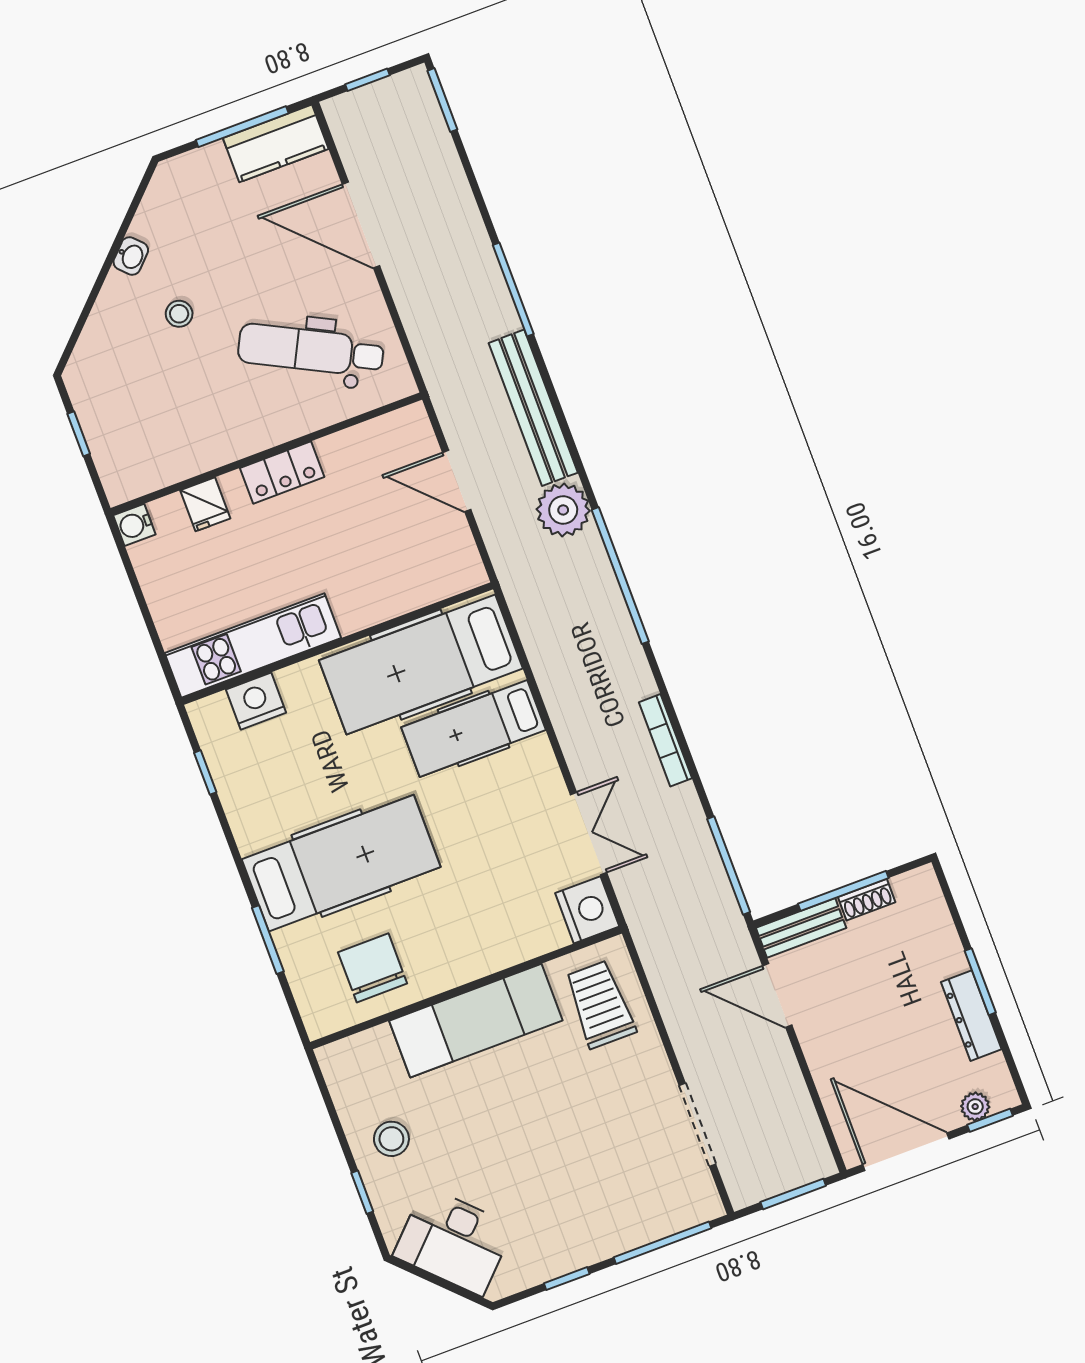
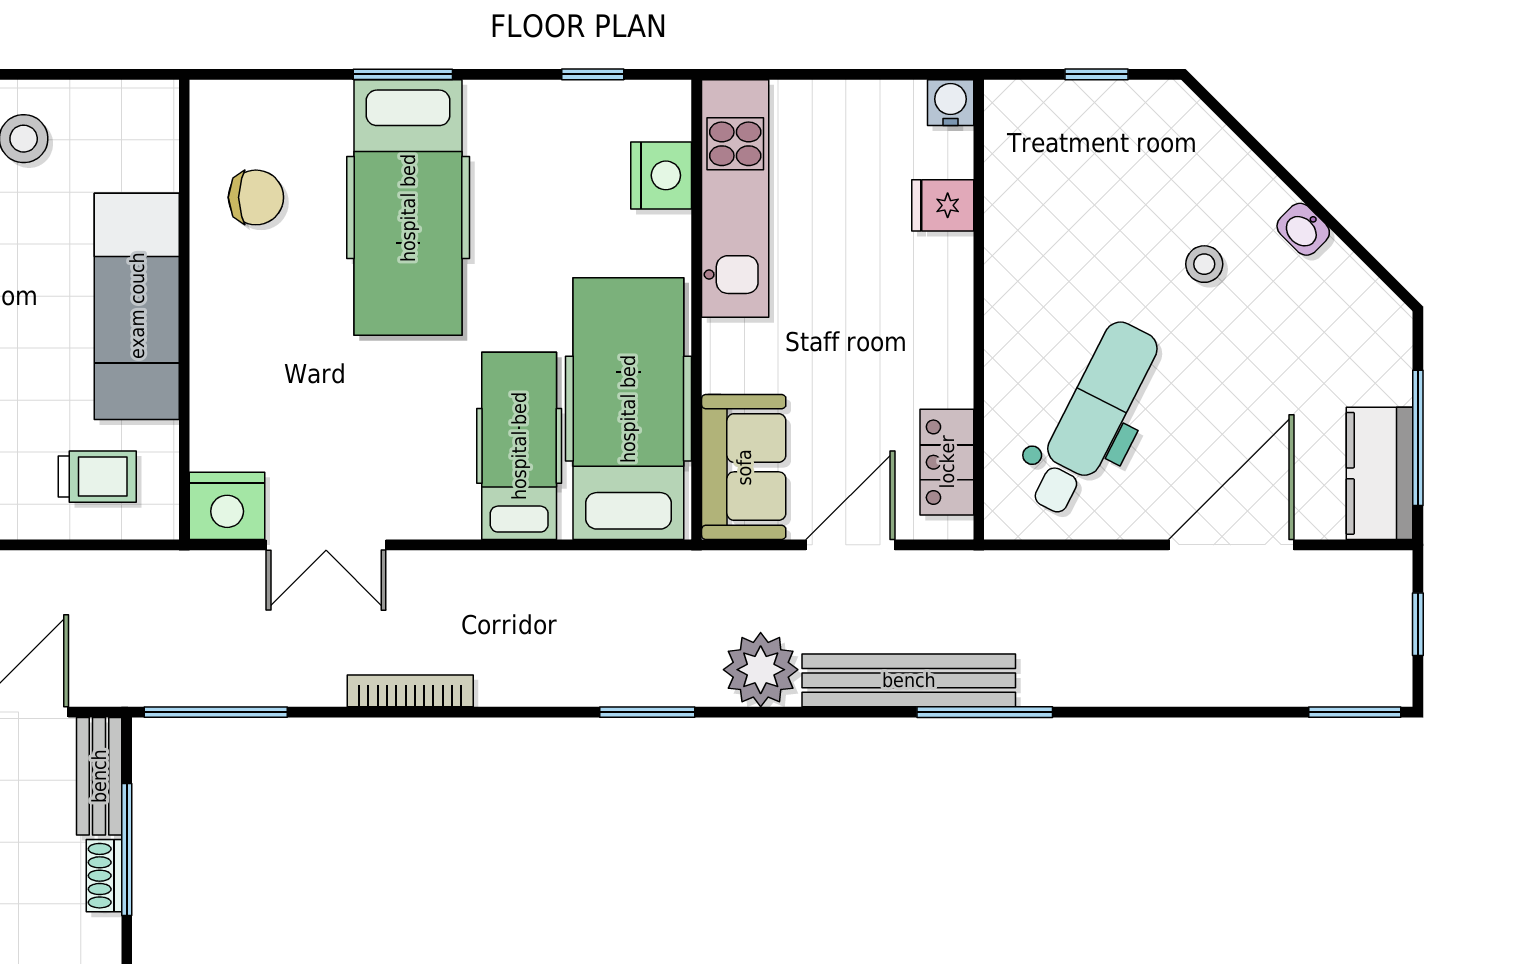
window: (513, 290) -> (985, 712), moved
locker: (282, 472) -> (947, 462), moved
sofa: (431, 572) -> (744, 467), added
window: (620, 576) -> (647, 712), width x0.47
window: (268, 940) -> (403, 74), moved
chair: (373, 968) -> (256, 197), width x0.73, depth x0.73
trolley: (600, 1004) -> (97, 477), width x0.73, depth x0.72

